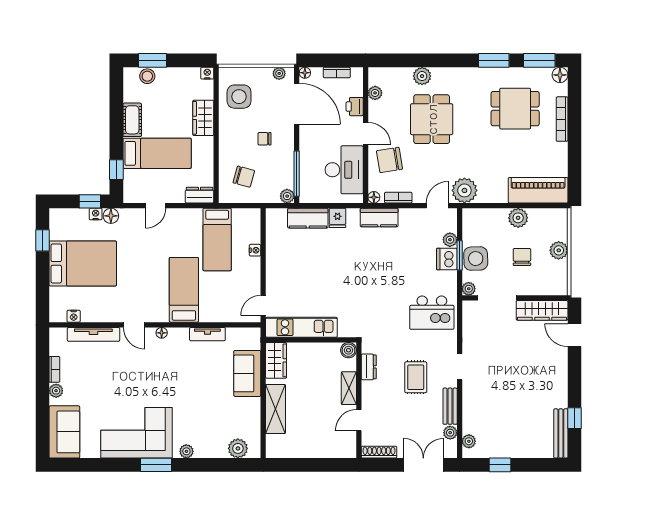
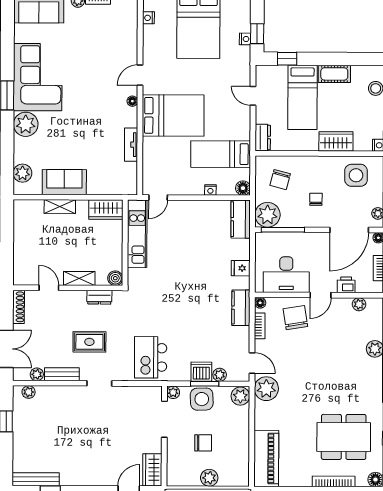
dining table: (515, 109) -> (344, 437), width x1.38
dining table: (432, 119) -> (334, 358), removed
plant: (287, 196) -> (267, 215), width x1.88, depth x1.88
floor lamp: (111, 216) -> (243, 188), moved
kitchen counter: (308, 218) -> (241, 219), moved
plant: (518, 218) -> (240, 396), moved
bed: (184, 290) -> (173, 115), width x1.50
door: (263, 305) -> (158, 197), swing flipped
wardrobe: (542, 310) -> (152, 470), width x0.67
tv unit: (93, 334) -> (131, 37), removed
sofa: (247, 373) -> (64, 182), moved
shelving: (276, 409) -> (60, 207), width x0.67, depth x0.75
plant: (186, 451) -> (26, 124), width x1.88, depth x1.88

